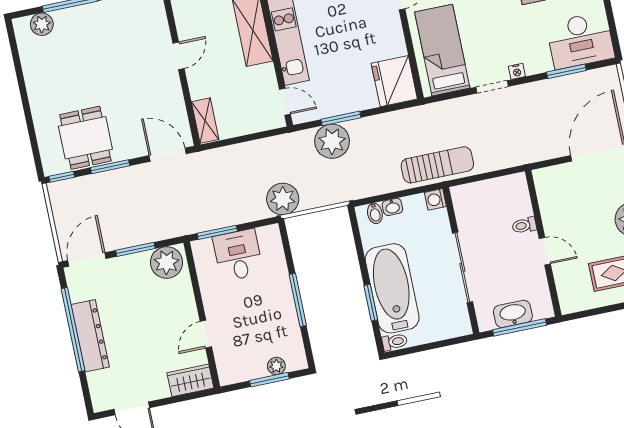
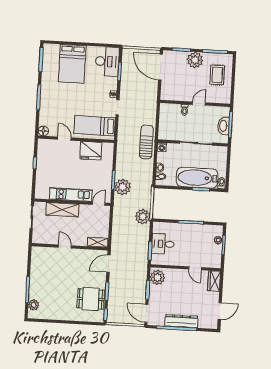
fridge: (394, 81) -> (91, 151), moved

